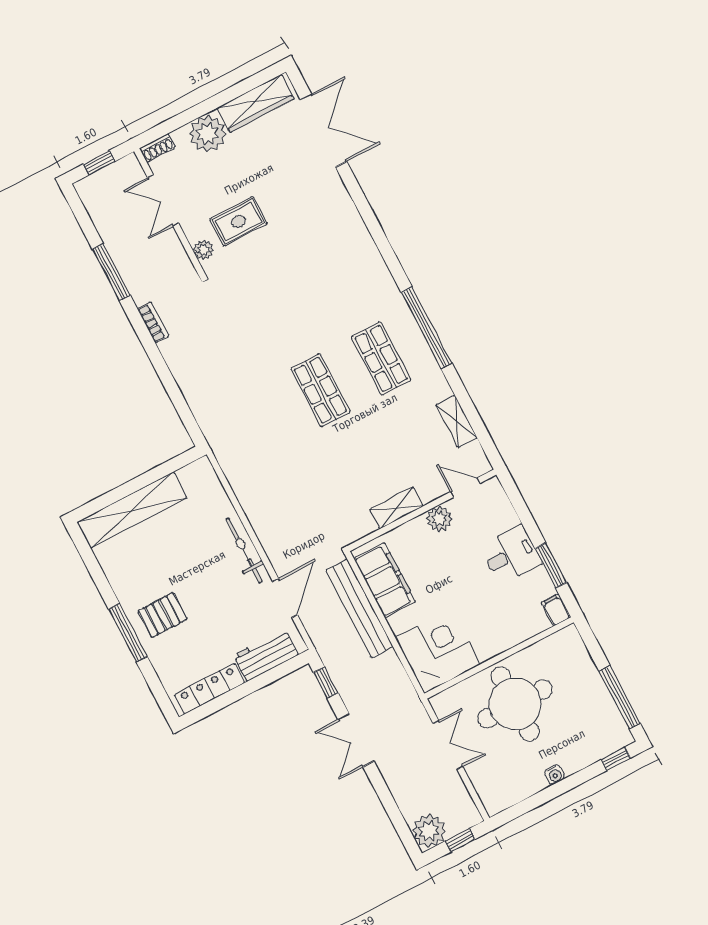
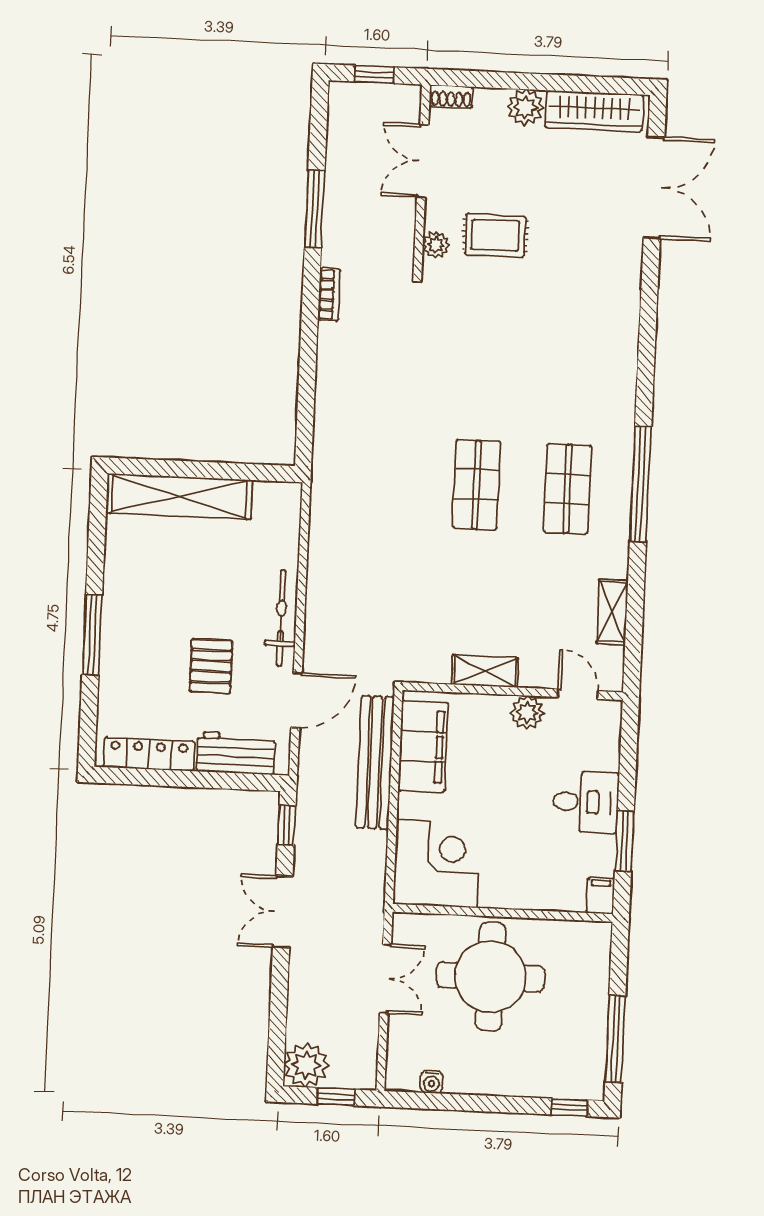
plant: (208, 134) -> (525, 107), width x0.73, depth x0.73
pallet: (163, 615) -> (211, 666), moved, turned 90
water cooler: (555, 775) -> (432, 1082), moved

